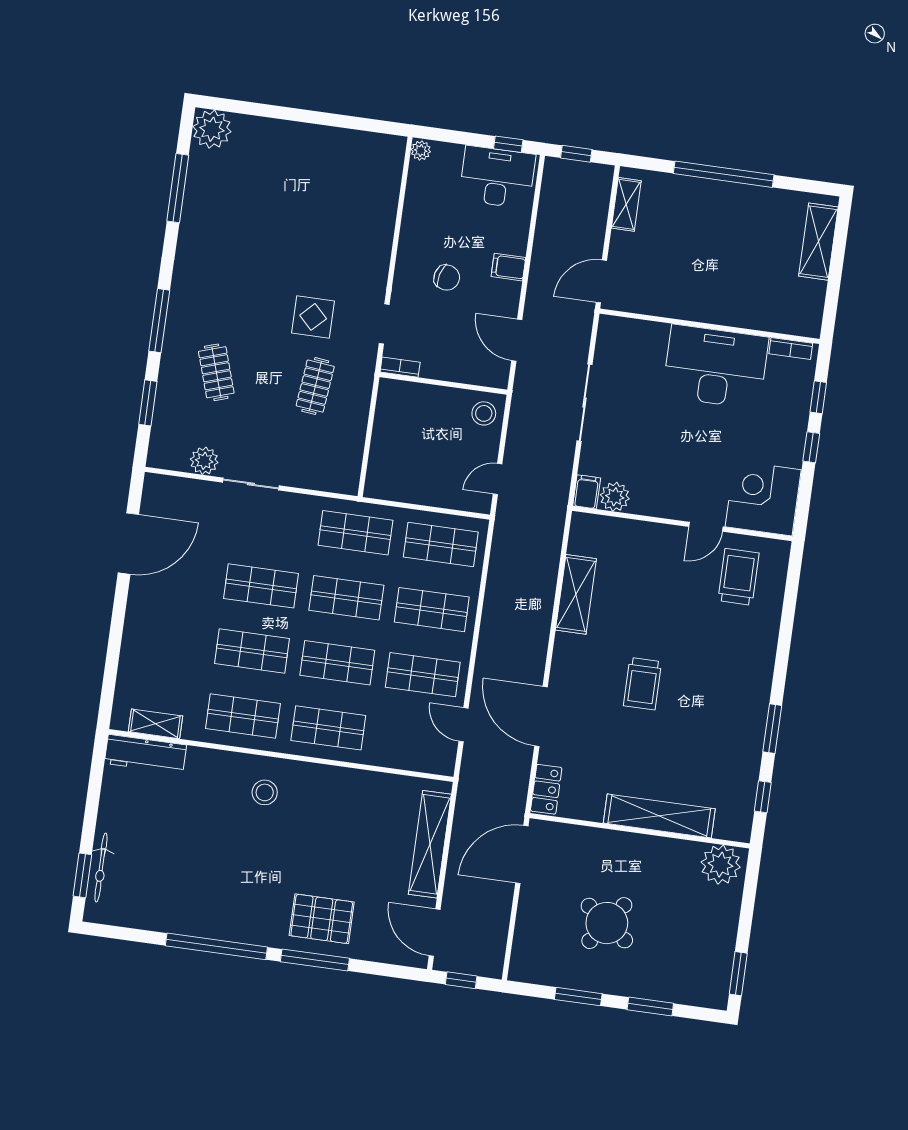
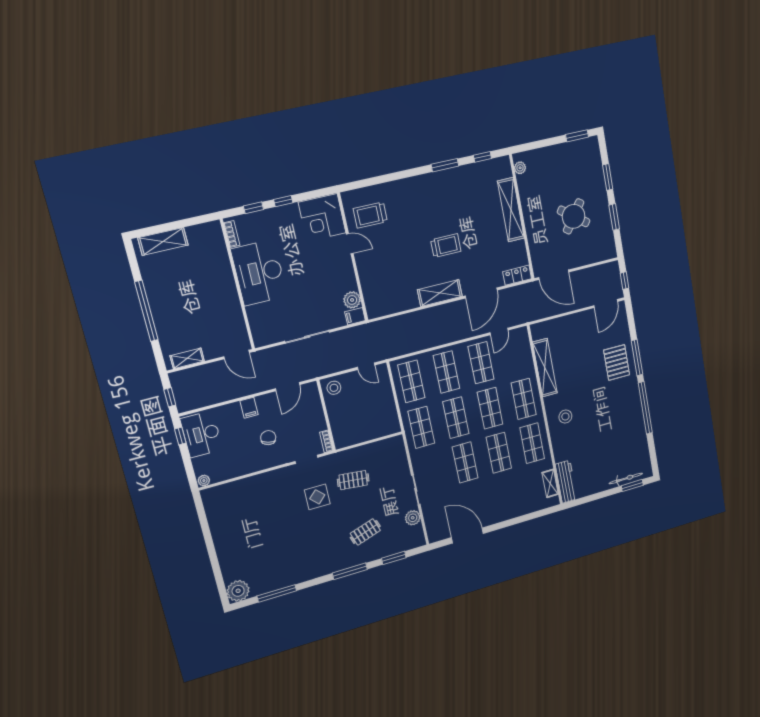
shelving: (576, 594) -> (440, 293), moved
shelving: (430, 844) -> (545, 368), moved, turned 90
plant: (721, 865) -> (520, 168), width x0.53, depth x0.53

